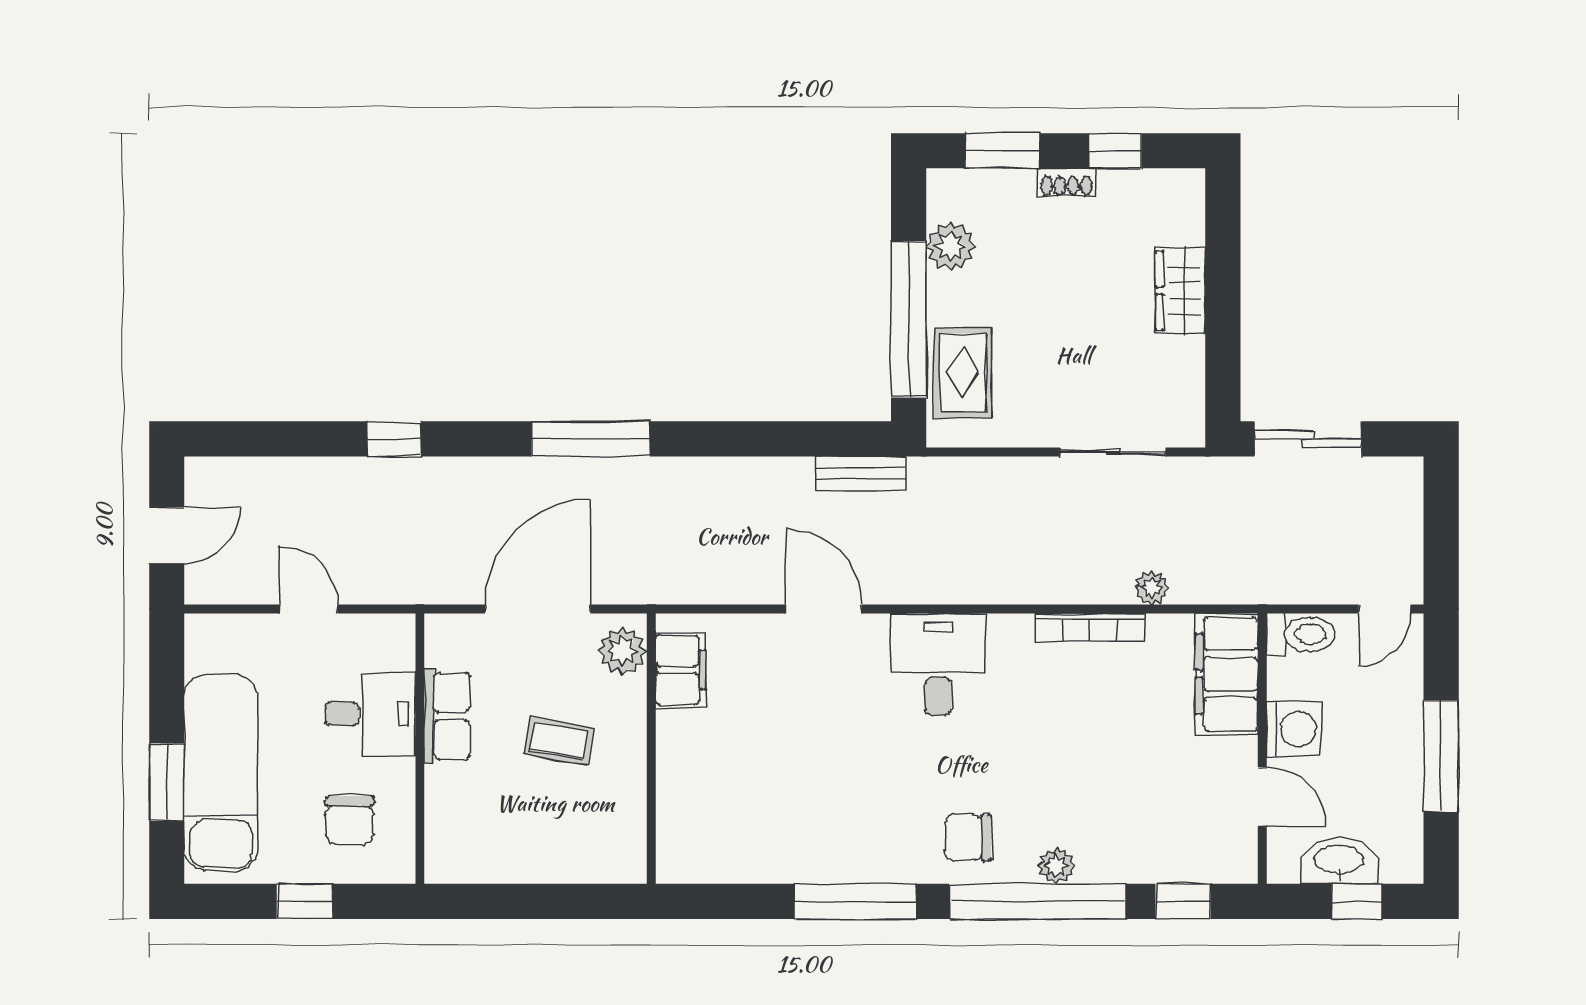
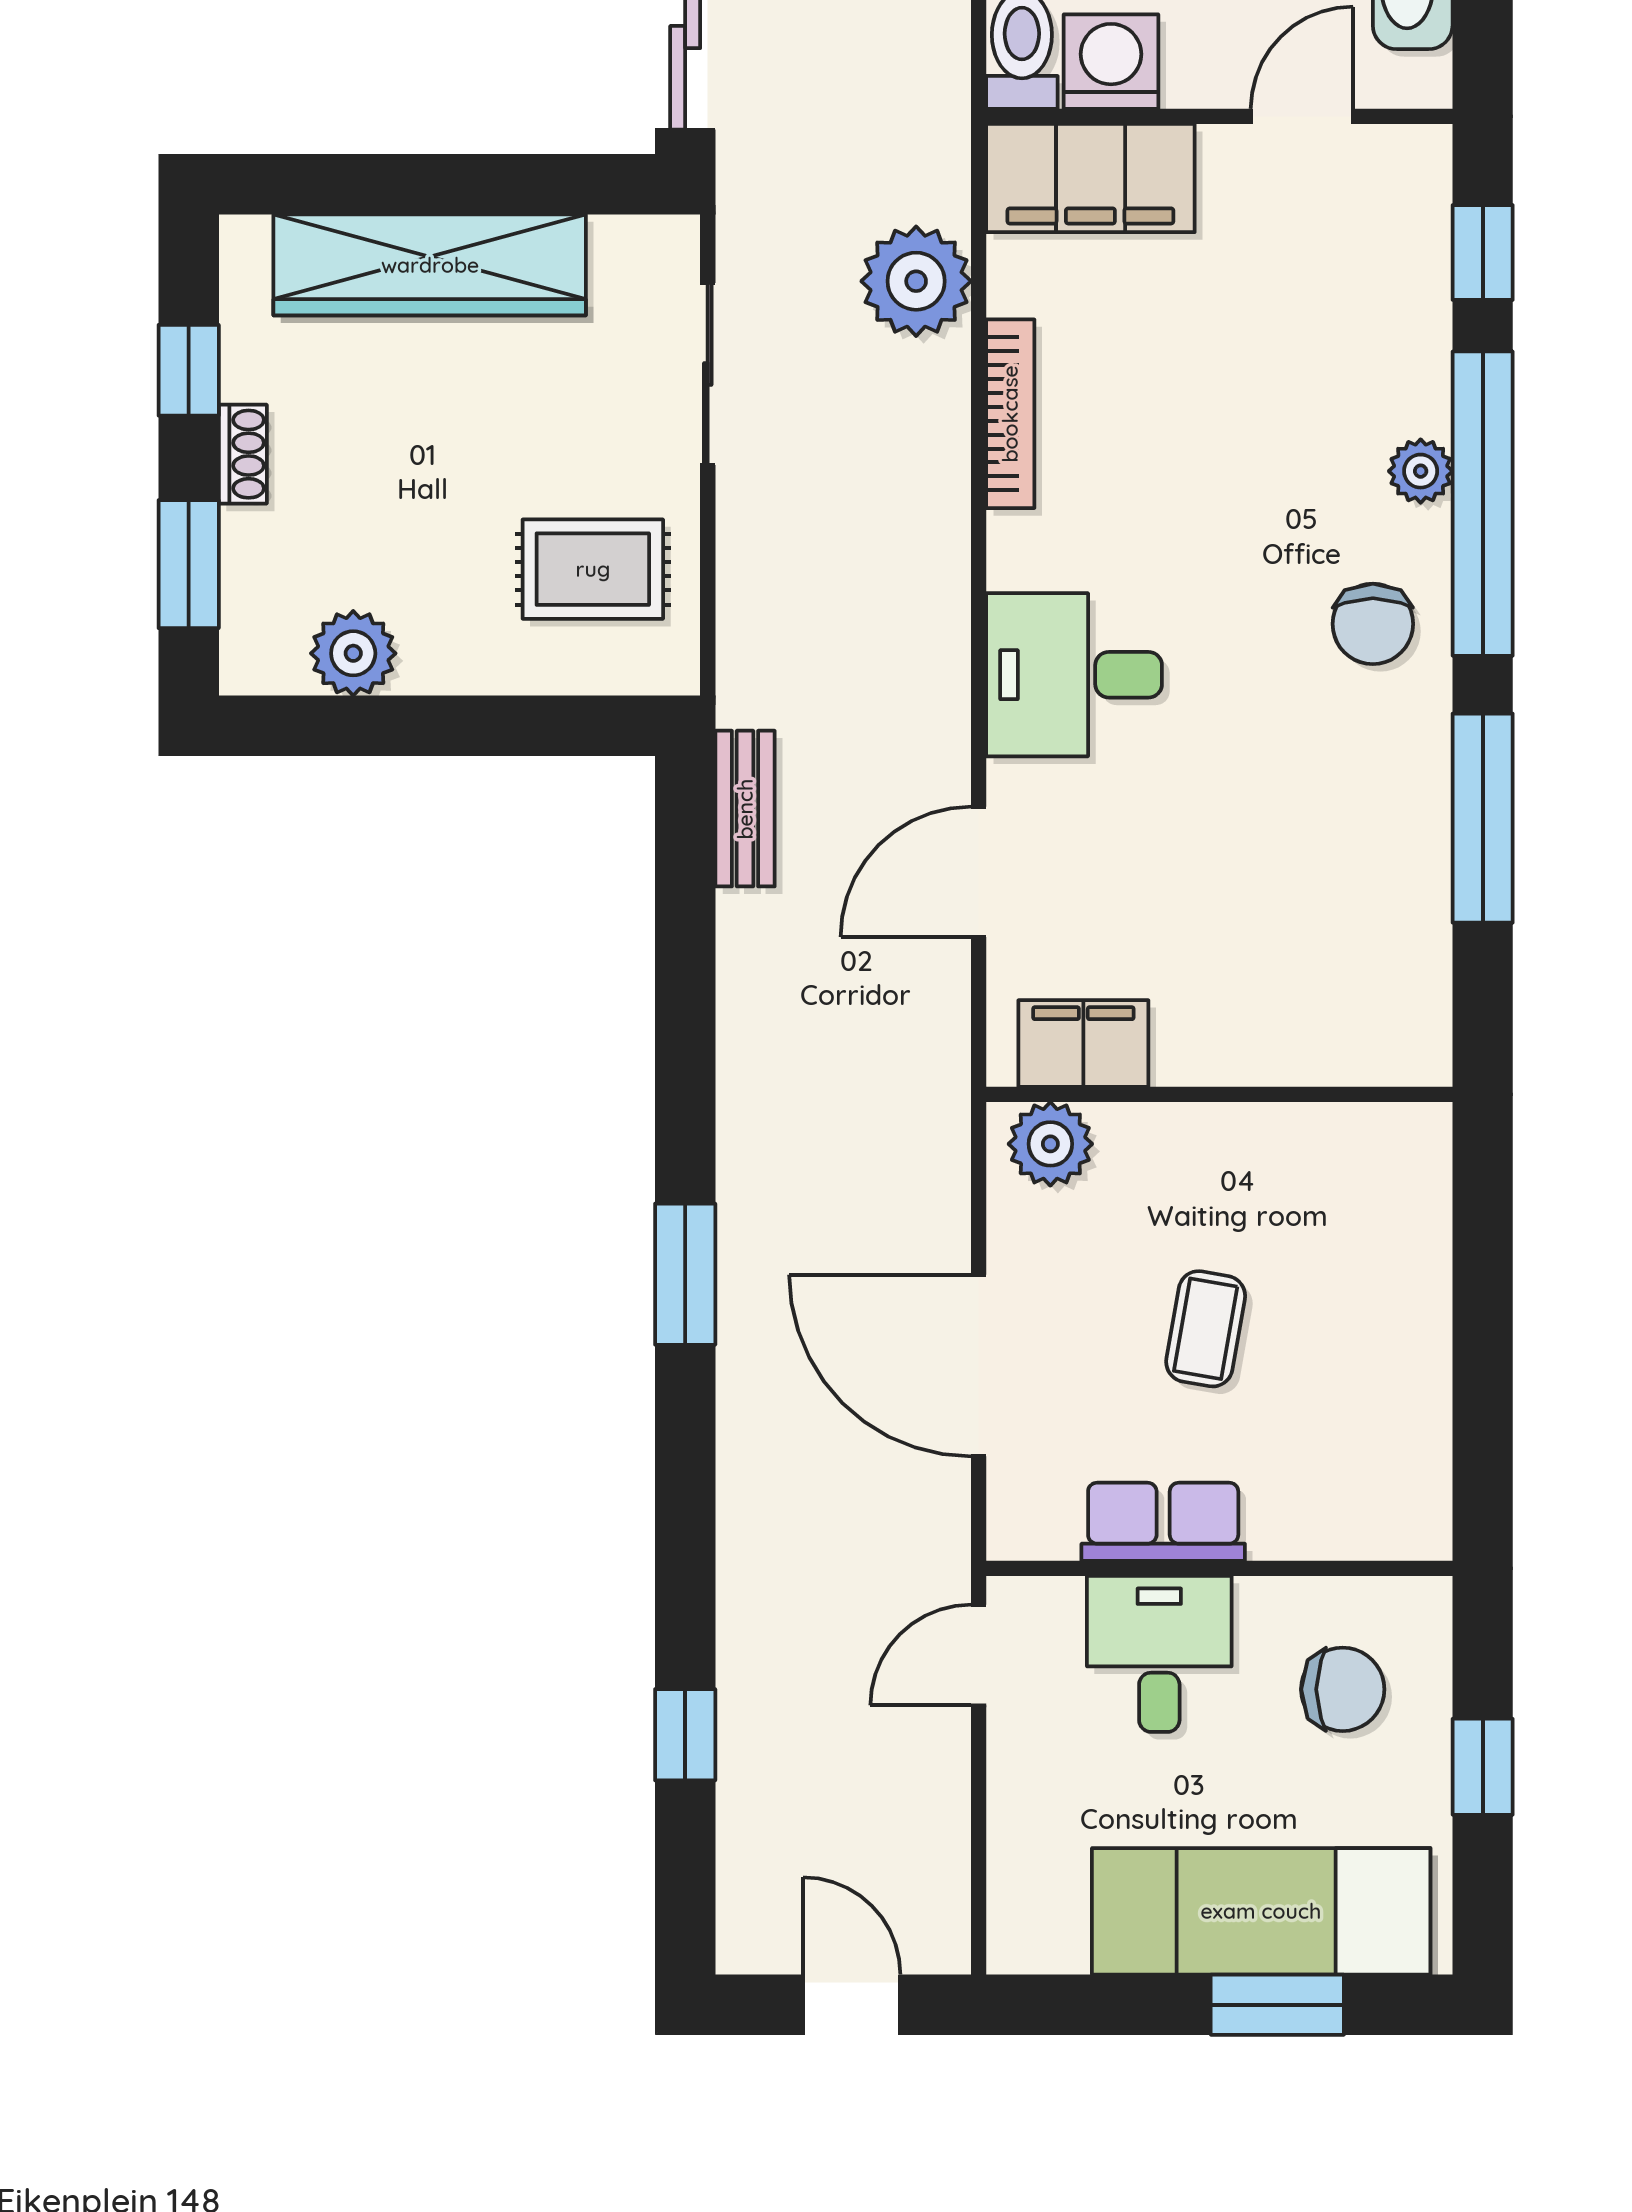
wardrobe: (1180, 291) -> (430, 265), width x2.10, depth x1.17
window: (909, 319) -> (479, 726), removed
rug: (963, 373) -> (593, 569), moved
window: (394, 439) -> (685, 1735), moved
window: (591, 439) -> (685, 1274), width x0.69
plant: (1152, 588) -> (916, 281), width x1.88, depth x1.88
door: (308, 609) -> (979, 1655), moved
plant: (622, 651) -> (1050, 1144), moved
filing cabinet: (681, 670) -> (1083, 1044), moved
washing machine: (1294, 729) -> (1111, 62), moved
wall: (651, 749) -> (1219, 1094), moved

